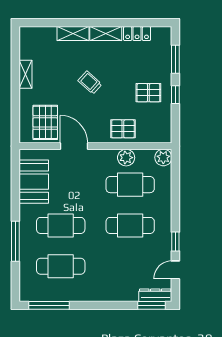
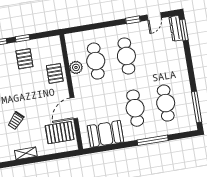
trolley: (90, 82) -> (16, 121), moved
plant: (163, 157) -> (71, 39), removed
door: (175, 270) -> (154, 16), hinge flipped

